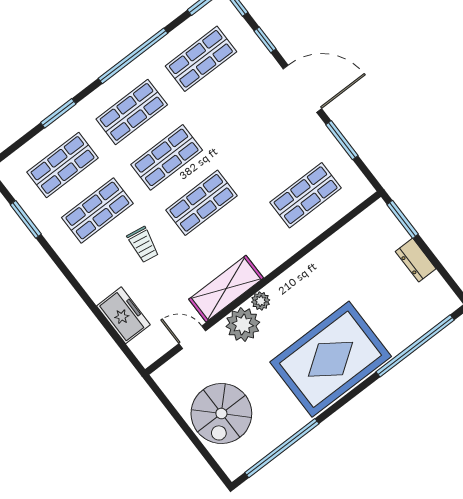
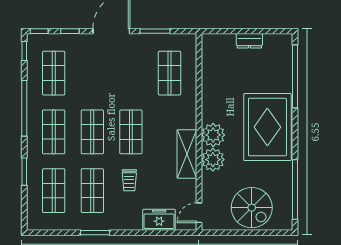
window: (26, 219) -> (95, 233), moved
window: (403, 219) -> (222, 31), removed
trolley: (143, 245) -> (129, 180), turned 81
plant: (261, 301) -> (213, 135), width x1.88, depth x1.88
door: (192, 337) -> (199, 213), moved

